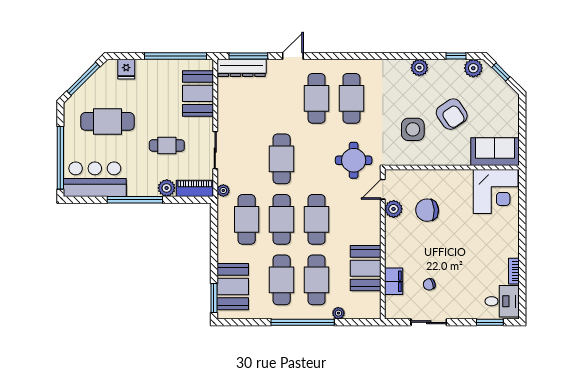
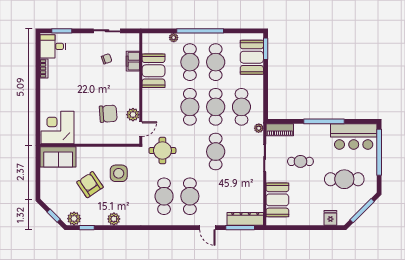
window: (176, 56) -> (294, 228), removed
door: (293, 56) -> (207, 228), hinge flipped
plant: (167, 188) -> (301, 130), removed

